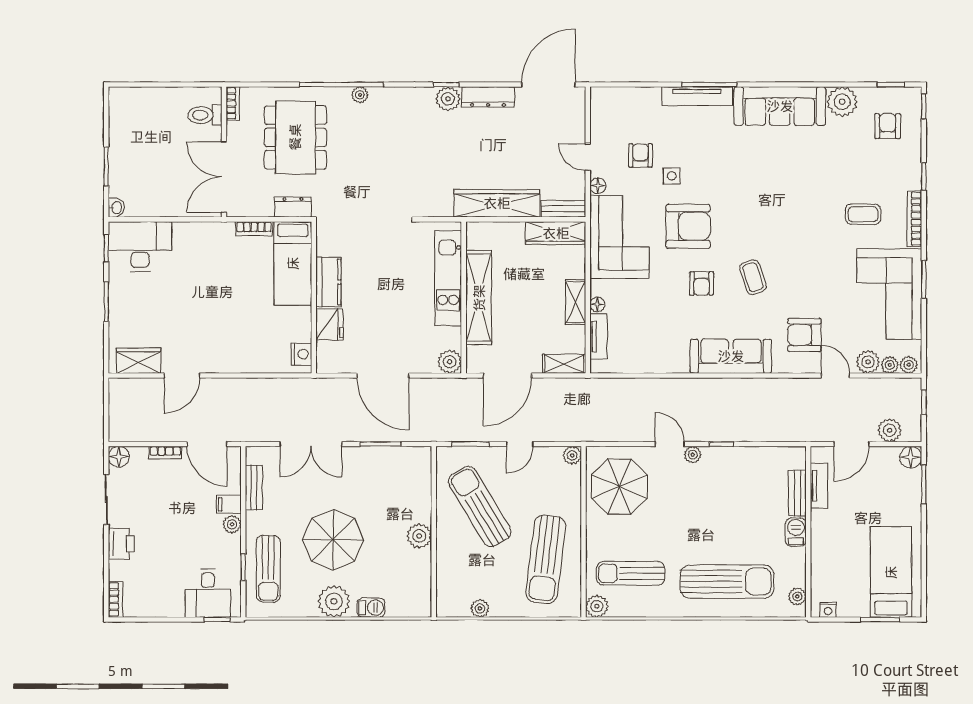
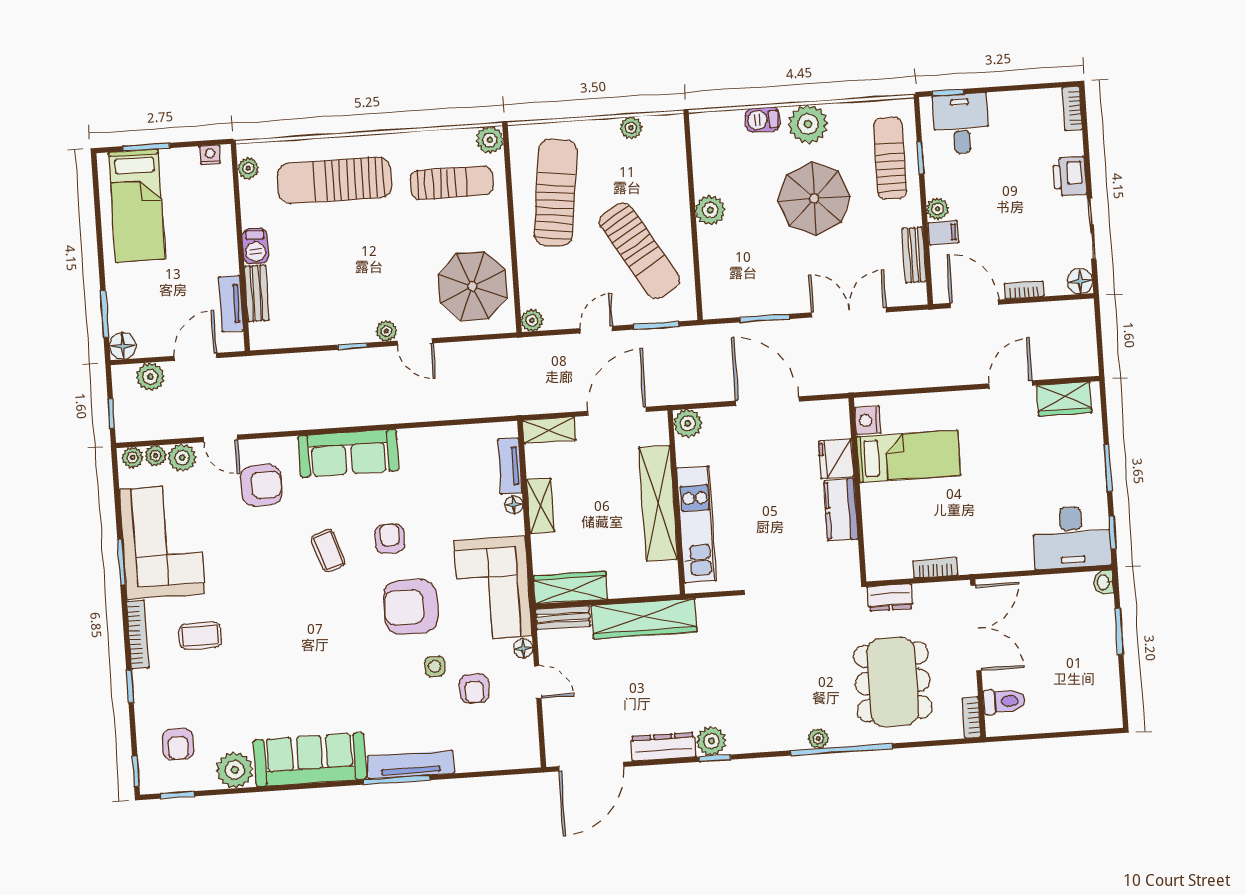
bed: (293, 263) -> (908, 456), moved, turned 90

